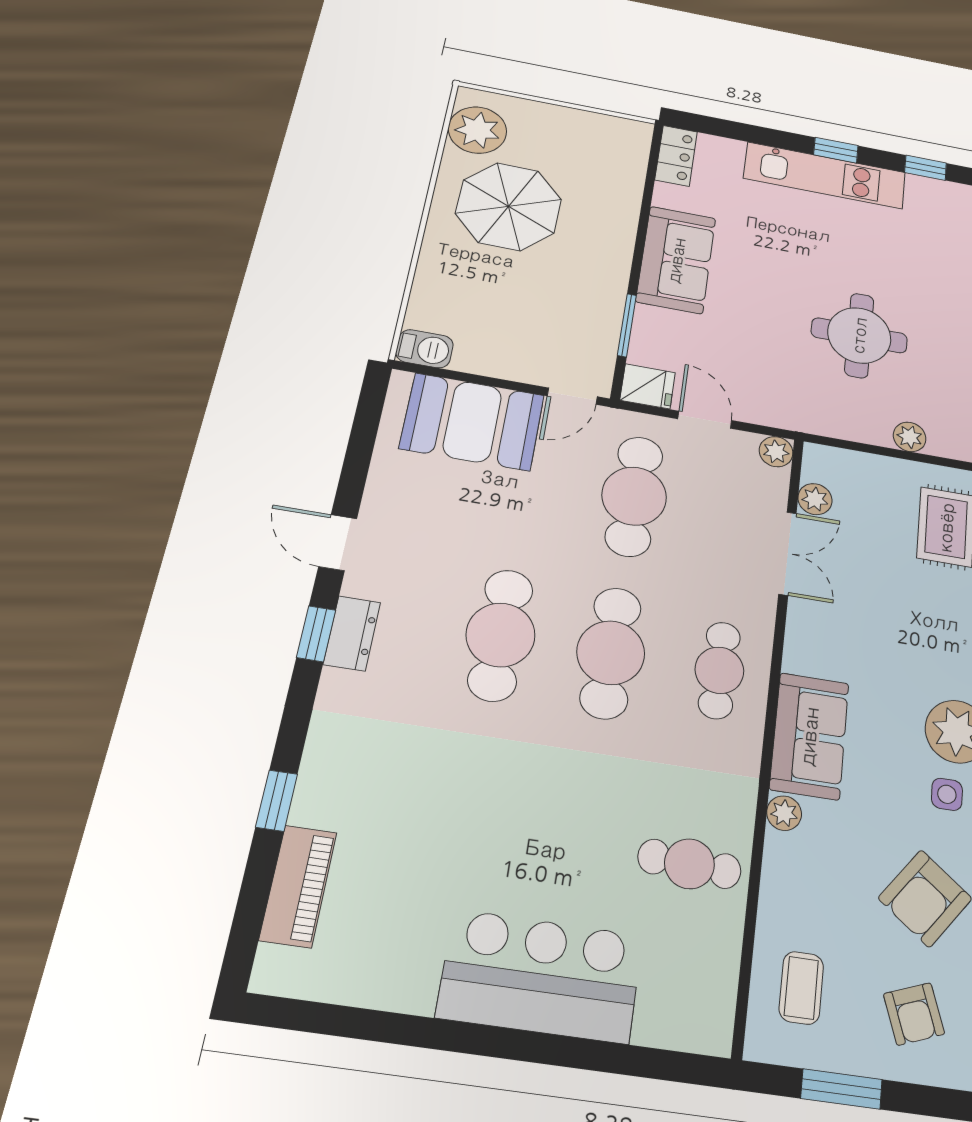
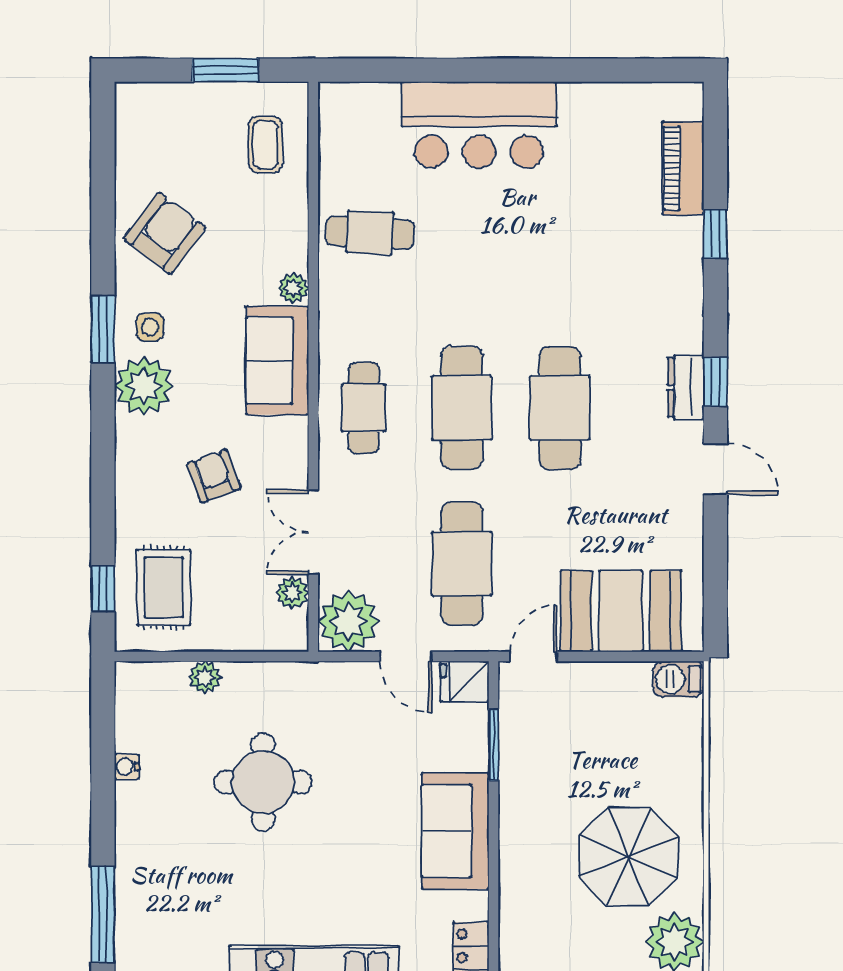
plant: (776, 452) -> (348, 621), width x1.87, depth x1.87
armchair: (914, 1014) -> (214, 476), moved

